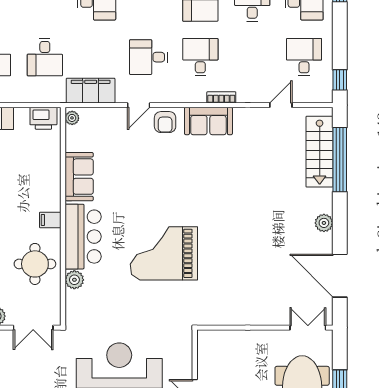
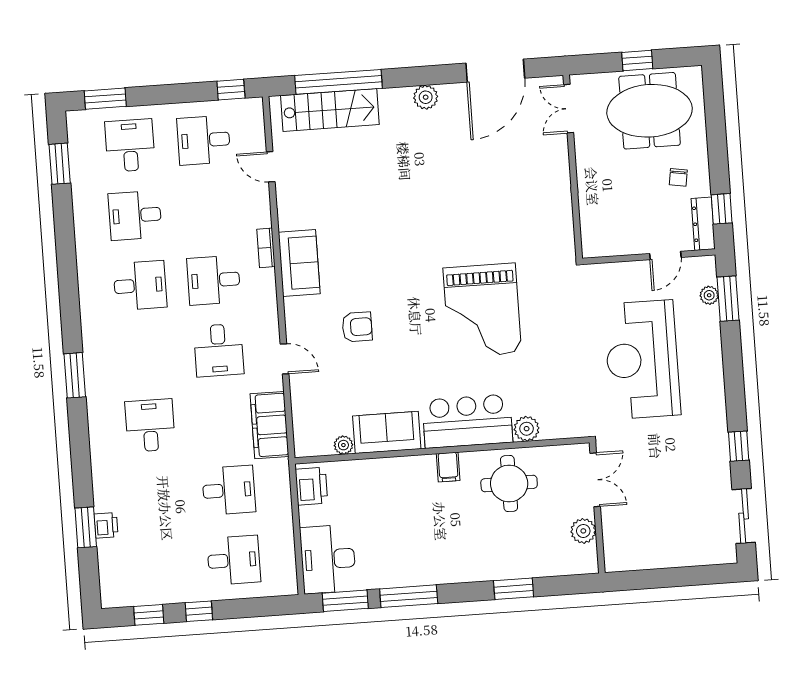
plant: (72, 118) -> (343, 445), moved
armchair: (165, 122) -> (357, 327), moved

